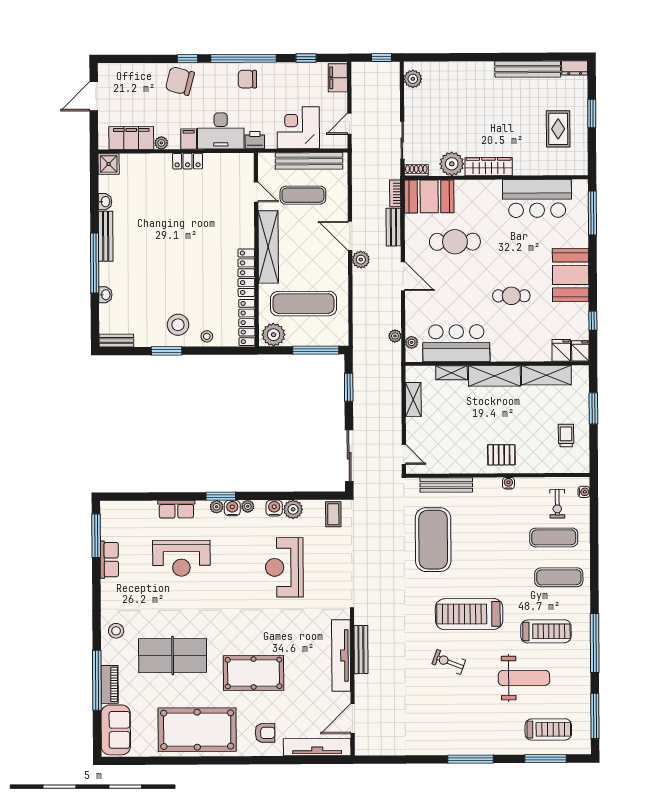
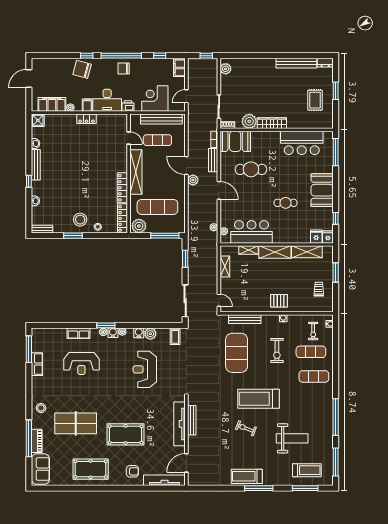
window: (95, 263) -> (29, 181), width x0.32
exercise bike: (499, 536) -> (277, 351), added
treadmill: (546, 631) -> (247, 476), moved, turned 180
pool table: (197, 730) -> (91, 469), width x0.73, depth x0.76

